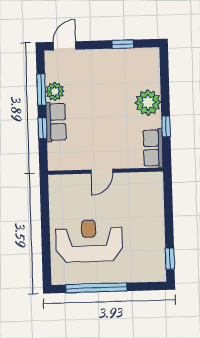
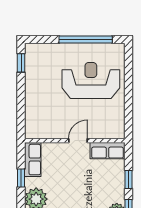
row of seats: (56, 122) -> (107, 151), moved, turned -90
reception desk: (89, 241) -> (91, 81), turned 180

